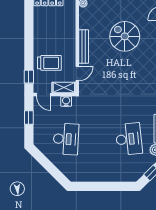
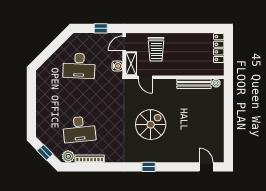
spiral stairs: (125, 36) -> (151, 125), moved
bench: (84, 46) -> (194, 84), moved
window: (29, 77) -> (142, 28), removed

